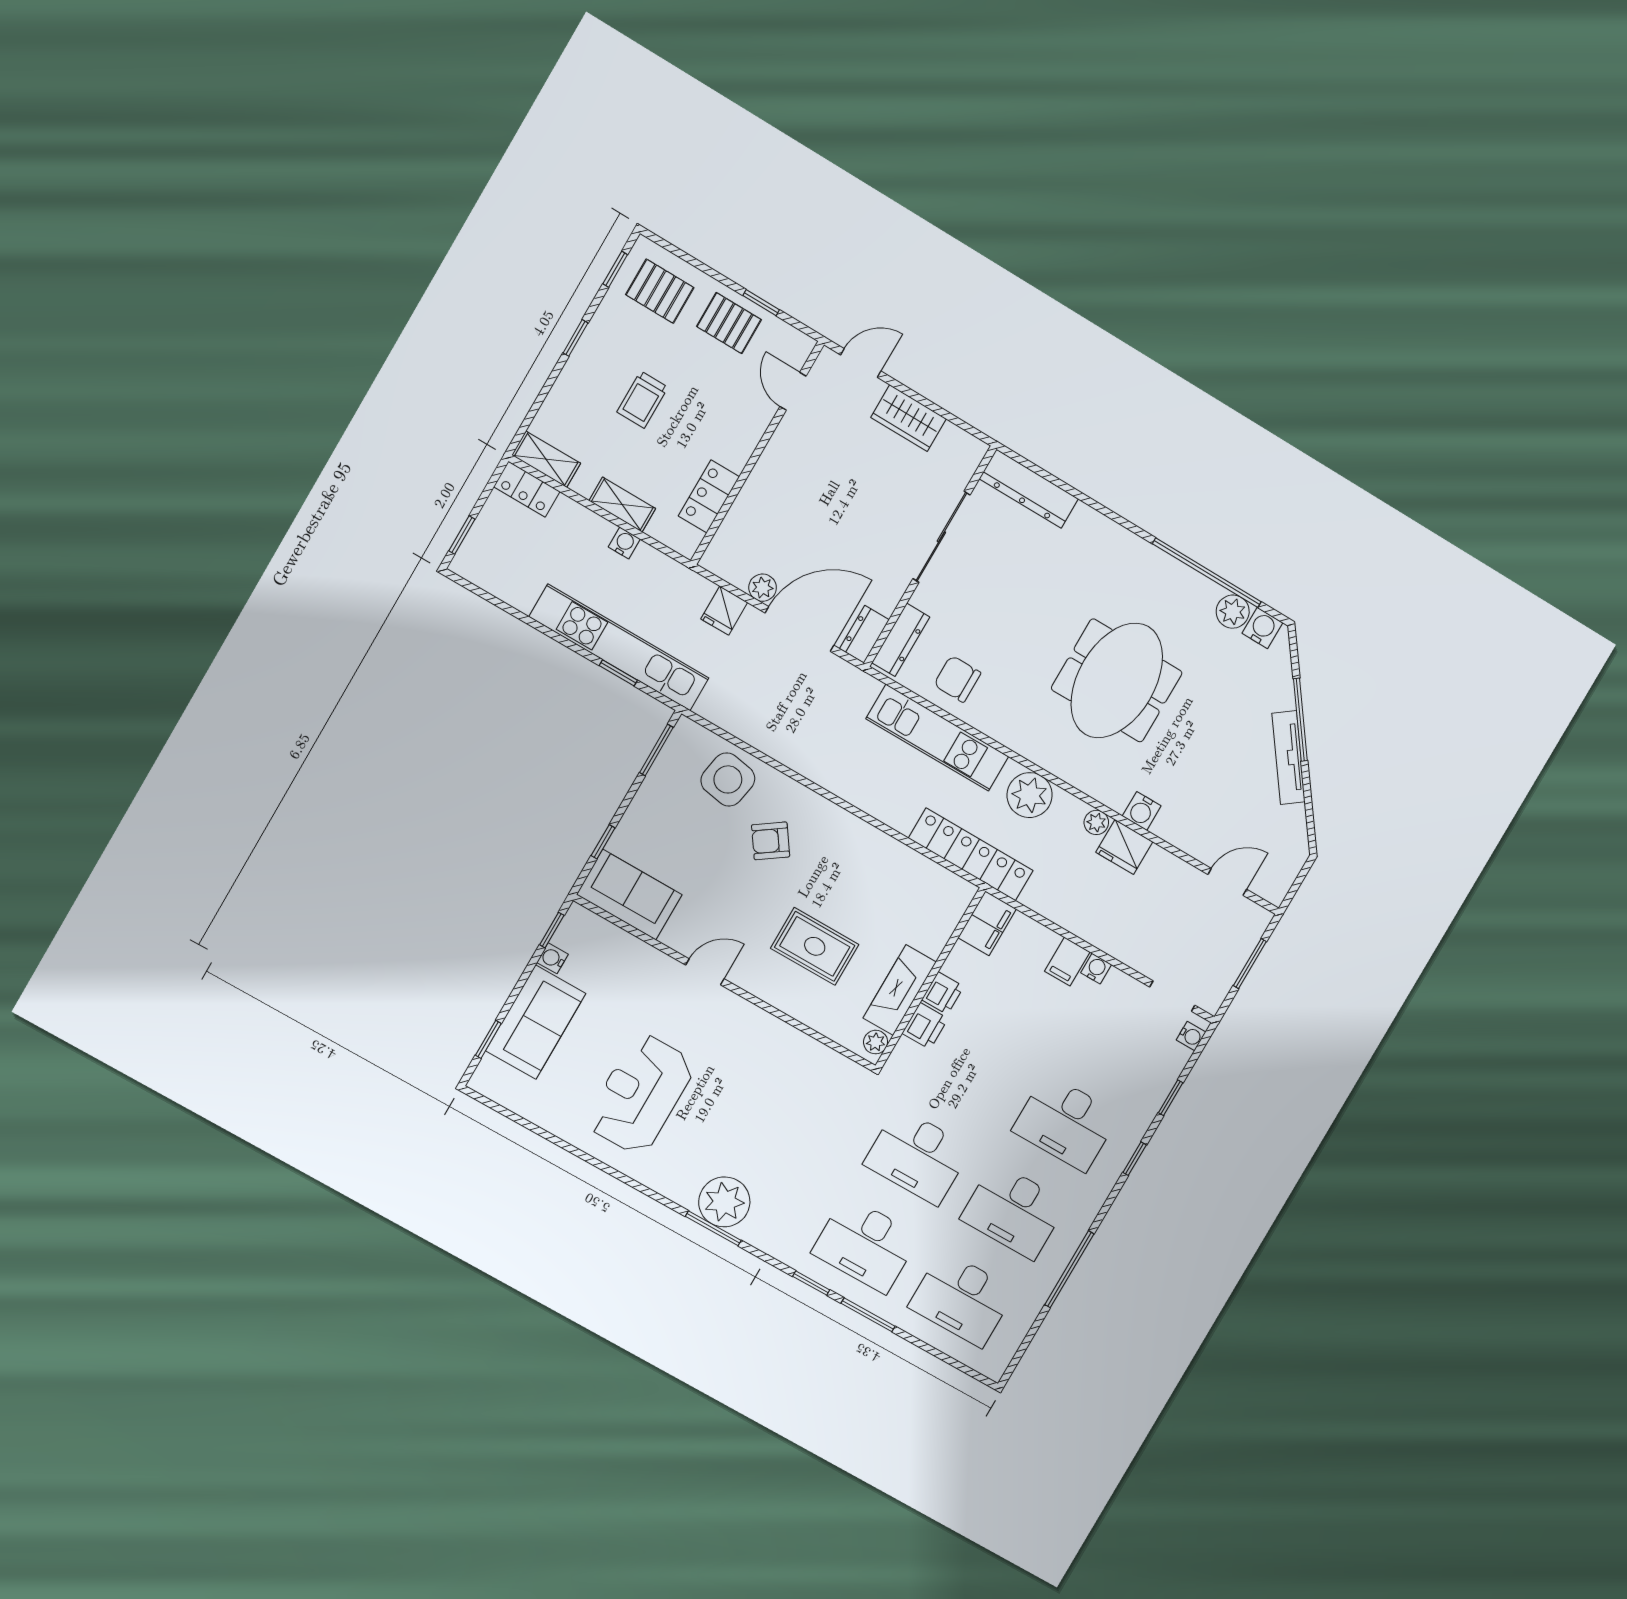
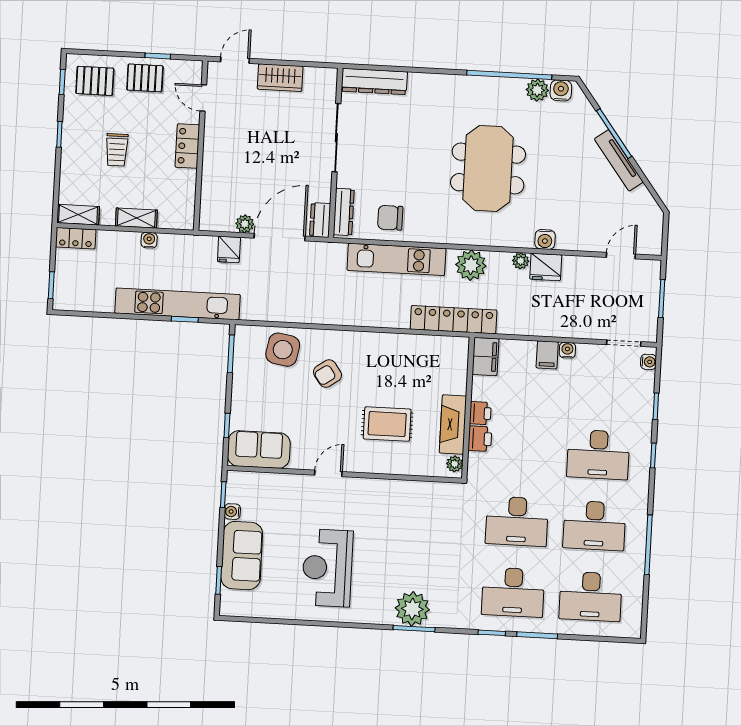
locker: (709, 496) -> (187, 146), moved

